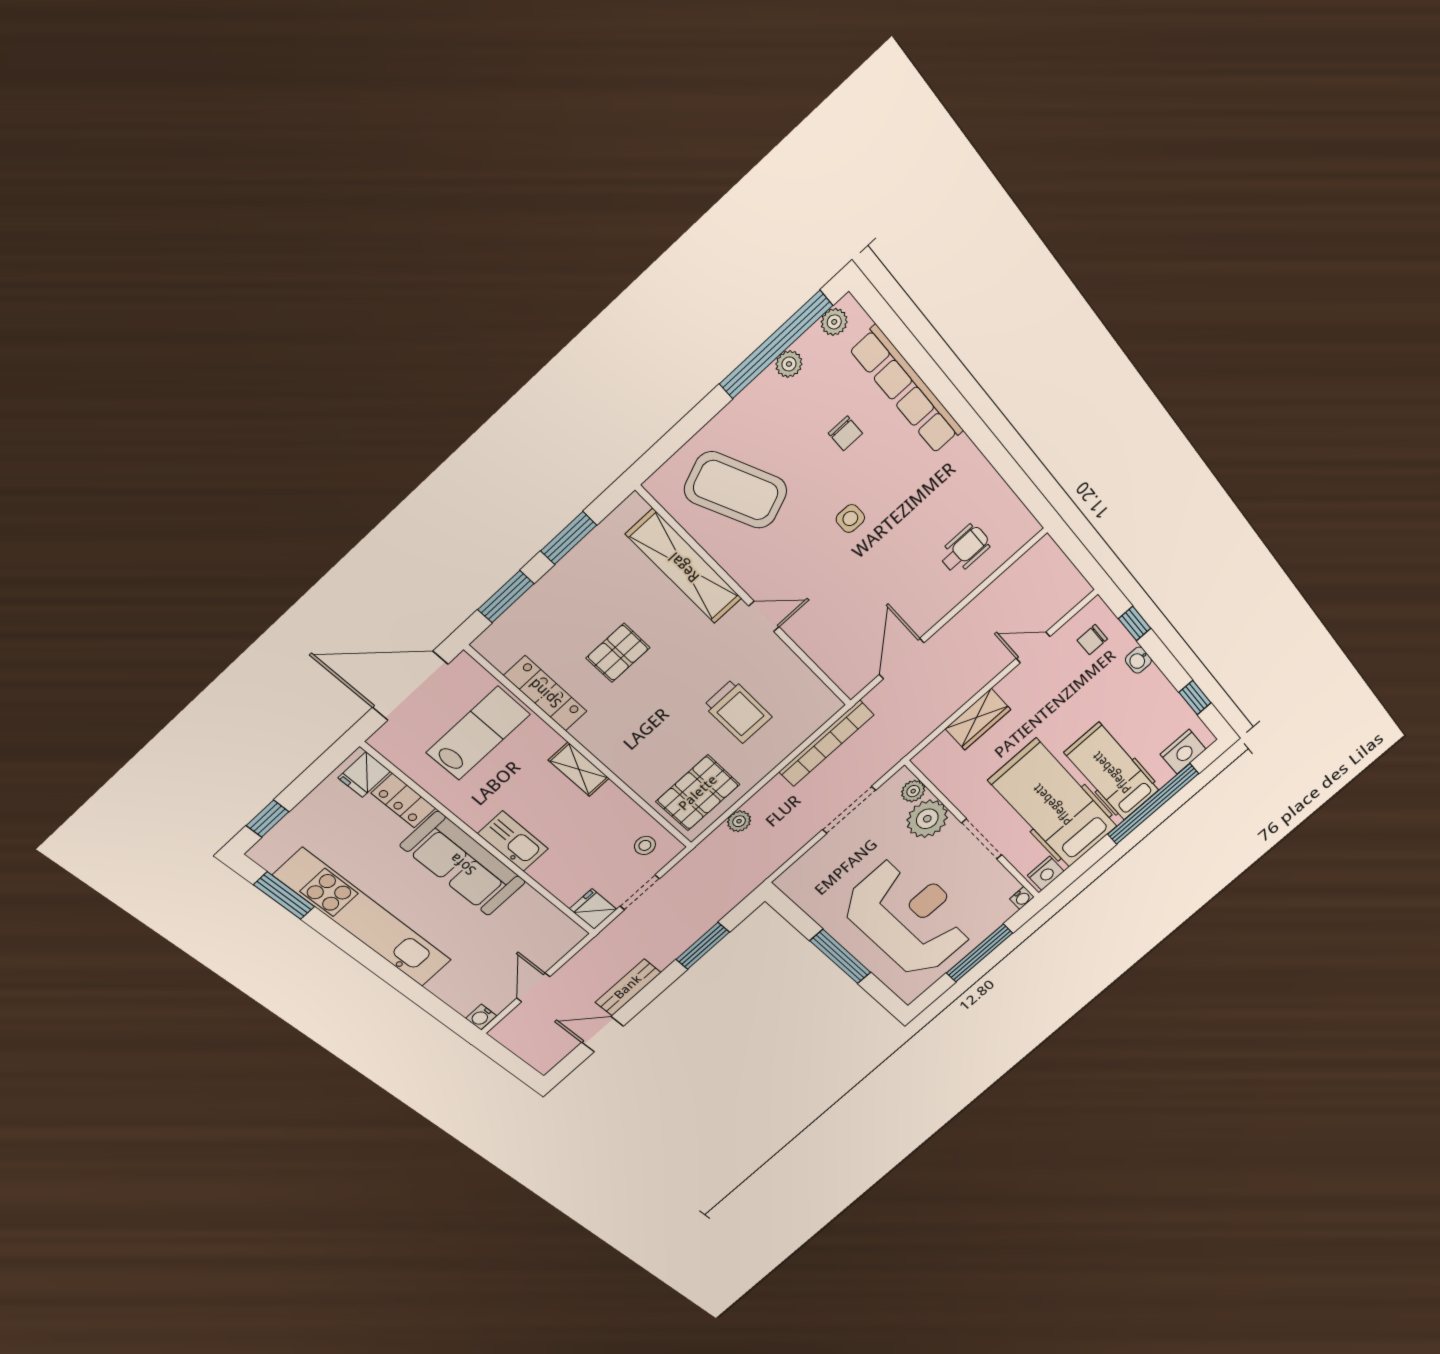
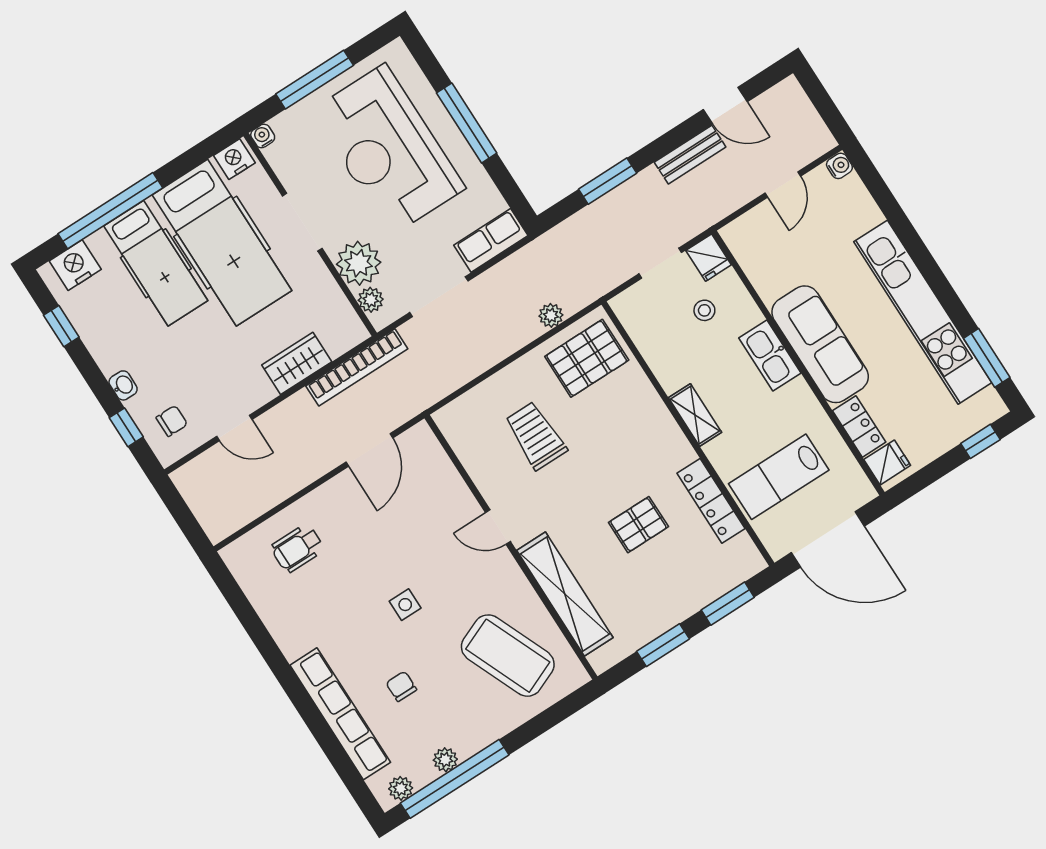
bookcase: (826, 743) -> (357, 367), moved, turned 180
stool: (645, 845) -> (704, 310), moved
row of seats: (806, 869) -> (491, 240), added

